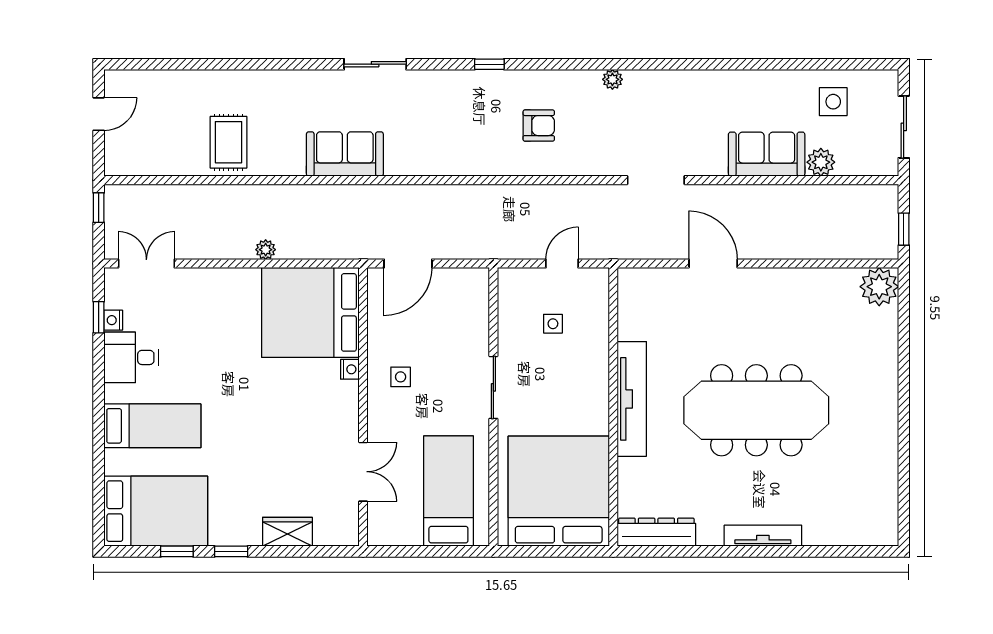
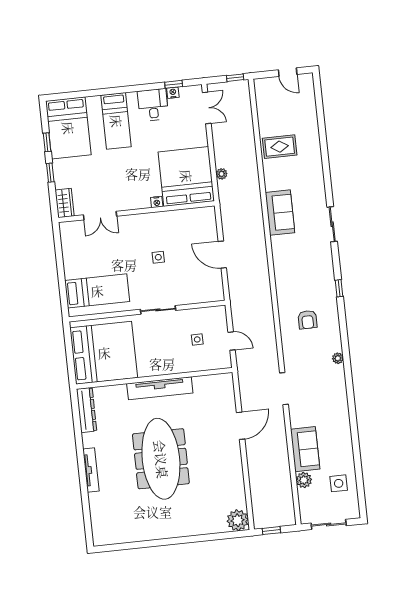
bed: (310, 312) -> (186, 176), moved
nightstand: (350, 369) -> (157, 202), moved
wall: (363, 407) -> (136, 212), moved
double door: (363, 472) -> (100, 216), moved

